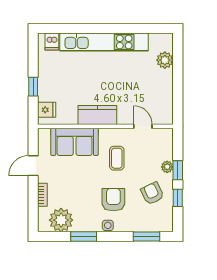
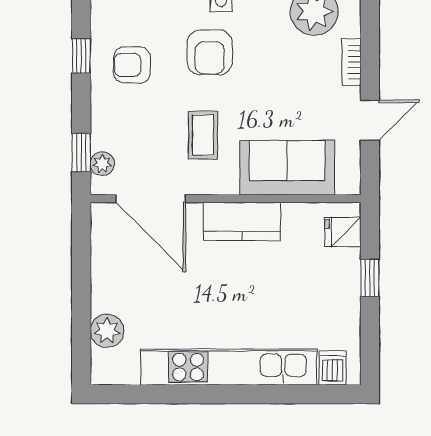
door: (143, 126) -> (151, 199), width x1.87
plant: (167, 167) -> (102, 164), moved
window: (178, 170) -> (81, 153), moved
armchair: (152, 193) -> (132, 65), turned 116

